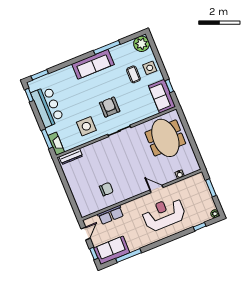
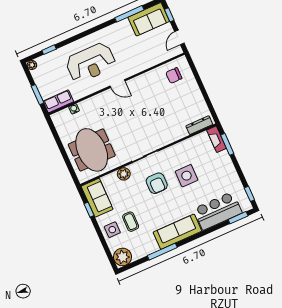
bar counter: (47, 106) -> (218, 211), moved, turned 90
plant: (138, 116) -> (124, 174), added
side table: (86, 126) -> (186, 176), moved
chair: (106, 189) -> (174, 75), moved
door: (157, 189) -> (117, 84), moved
row of seats: (111, 215) -> (58, 101), moved

